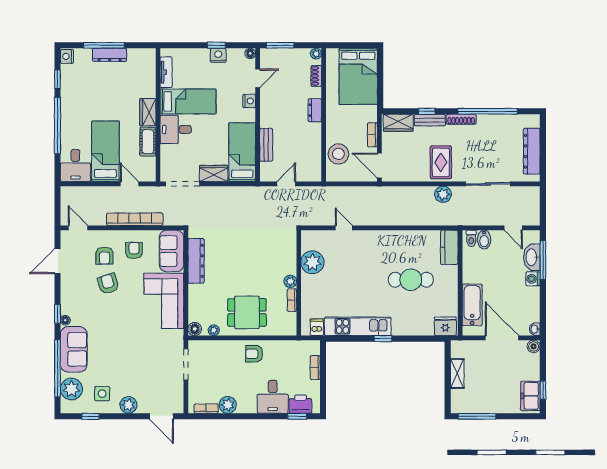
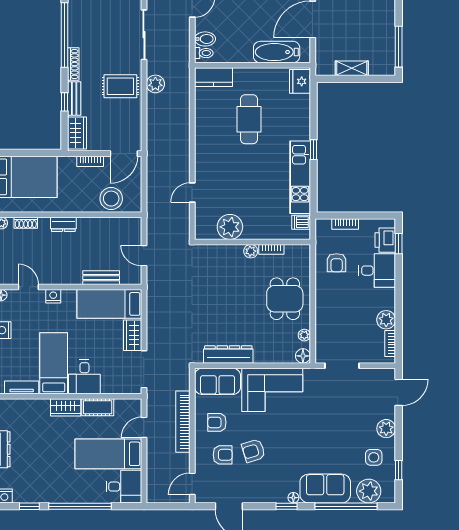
armchair: (254, 354) -> (337, 263), moved

